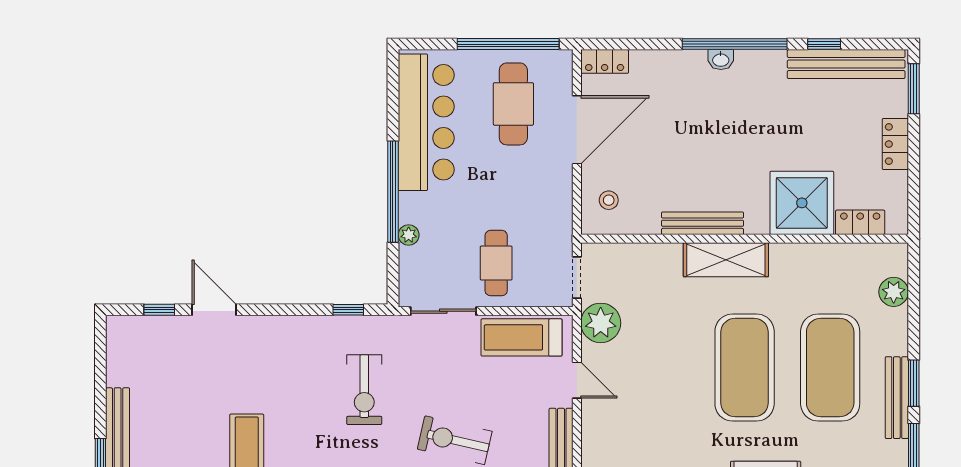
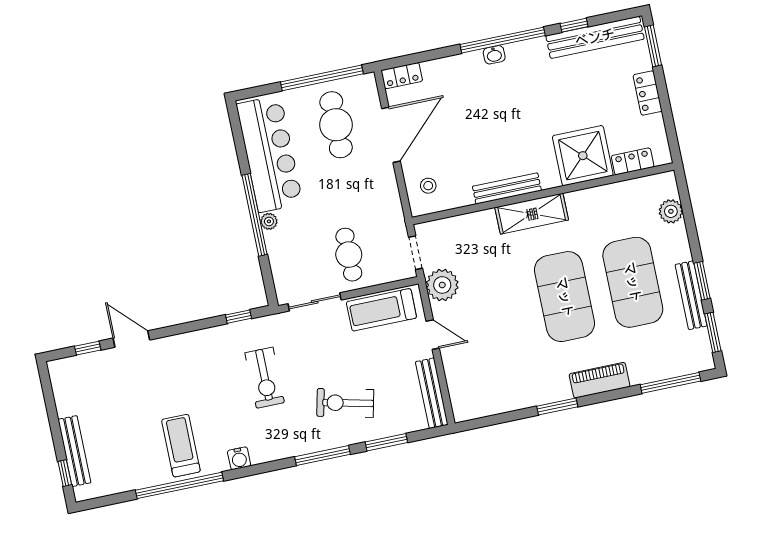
plant: (409, 235) -> (269, 221), moved

